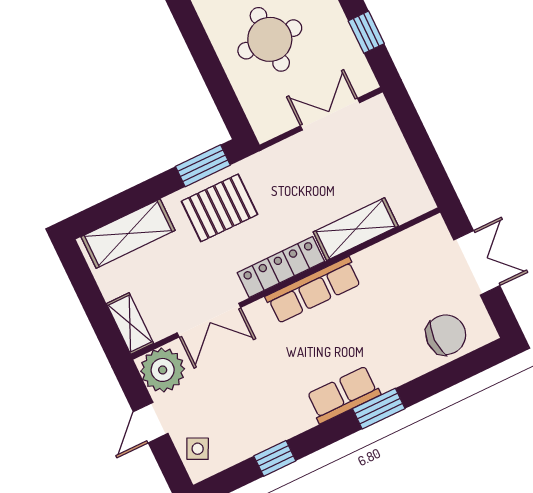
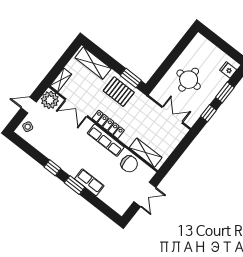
shelving: (356, 229) -> (146, 153), moved
chair: (446, 335) -> (129, 164), moved
row of seats: (343, 395) -> (89, 182), moved
window: (275, 458) -> (52, 168), moved

